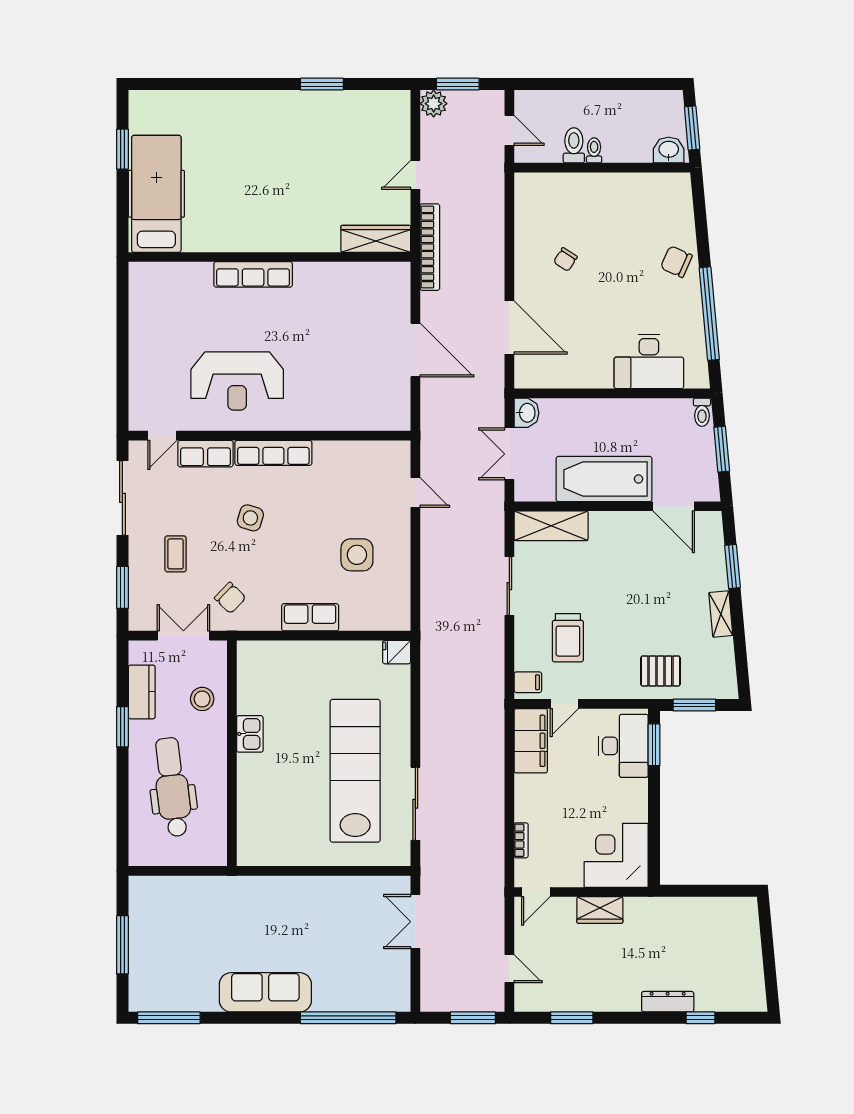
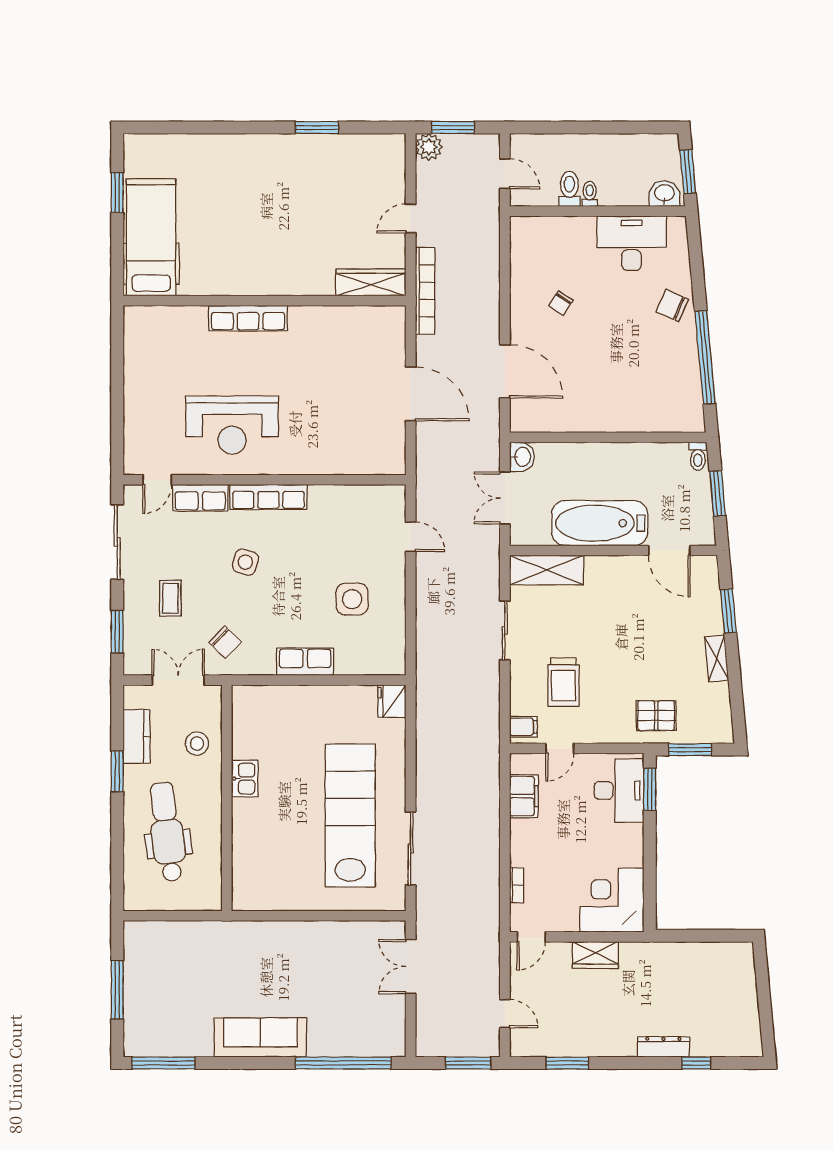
desk: (649, 361) -> (632, 243), moved, turned 180
fridge: (397, 652) -> (392, 701), width x1.38
filing cabinet: (531, 741) -> (524, 796), width x0.67, depth x0.86

